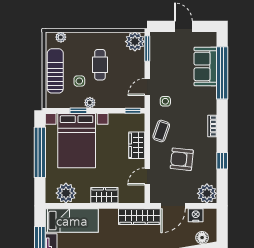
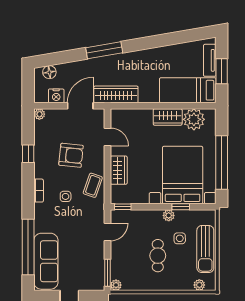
plant: (135, 42) -> (116, 285), width x0.53, depth x0.53
sofa: (205, 66) -> (46, 261), width x1.36
side table: (165, 101) -> (66, 196), moved
door: (147, 176) -> (108, 137), hinge flipped
plant: (207, 193) -> (39, 114), width x0.53, depth x0.53
wardrobe: (104, 195) -> (168, 117), moved

